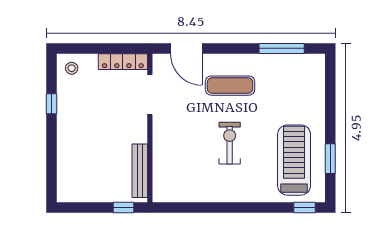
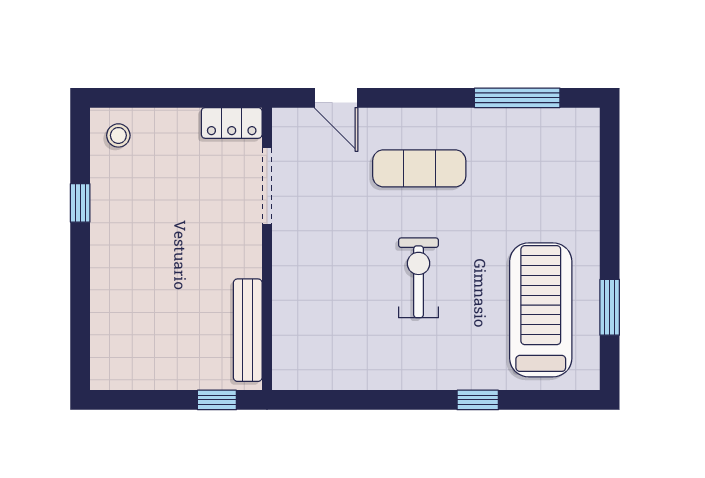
door: (186, 48) -> (336, 98), width x0.73
locker: (123, 62) -> (232, 123), width x0.66
window: (305, 207) -> (478, 400), moved

